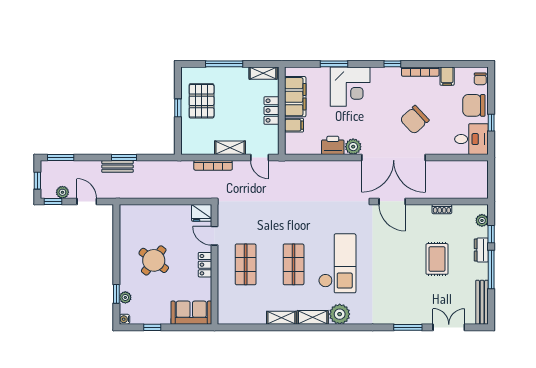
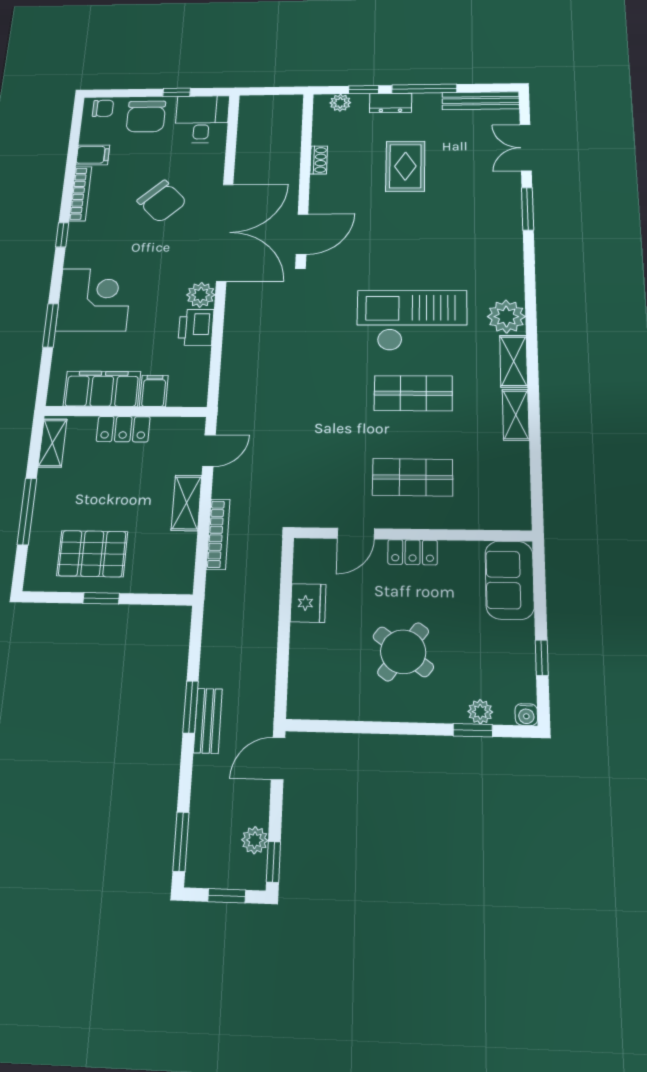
door: (87, 201) -> (278, 759), moved
fridge: (202, 213) -> (308, 603), moved
rug: (437, 259) -> (405, 166), turned 90

